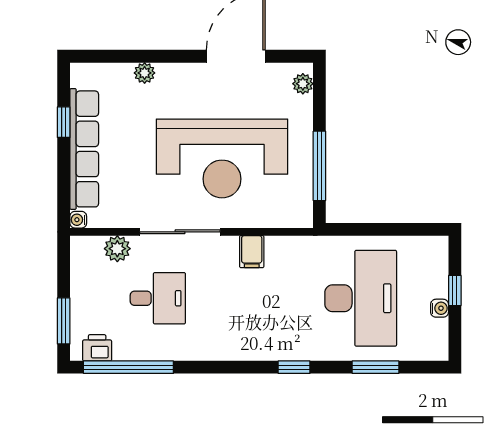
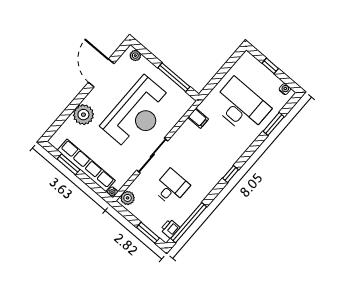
plant: (145, 73) -> (83, 115), width x1.87, depth x1.87
window: (64, 122) -> (68, 164), width x1.50
plant: (117, 249) -> (128, 198), moved
filing cabinet: (252, 252) -> (198, 118), moved
water cooler: (440, 308) -> (285, 89), moved
window: (294, 367) -> (231, 174), moved

